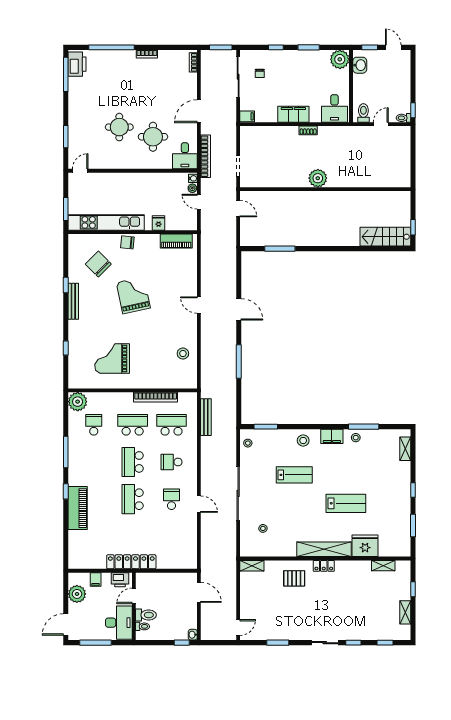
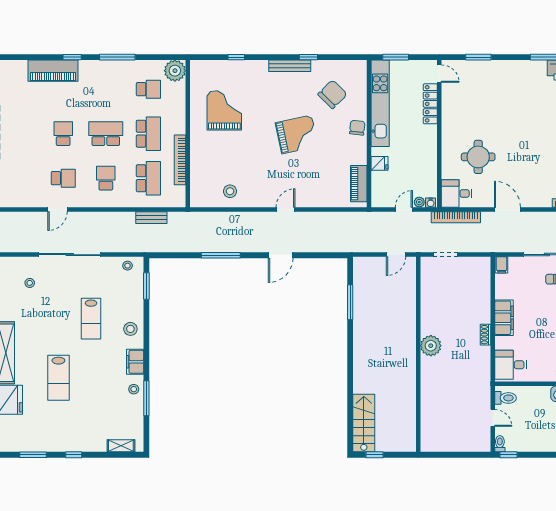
round table: (119, 127) -> (489, 118), removed
locker: (107, 179) -> (430, 104), added
bench: (206, 417) -> (151, 218), width x0.73
school desk: (133, 499) -> (63, 134), width x0.54

